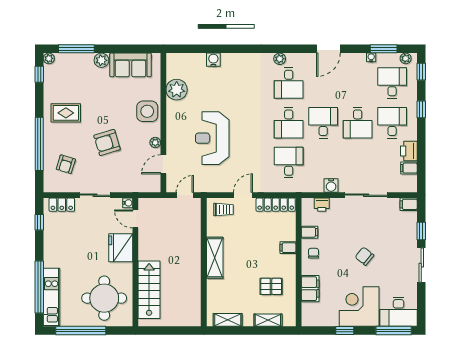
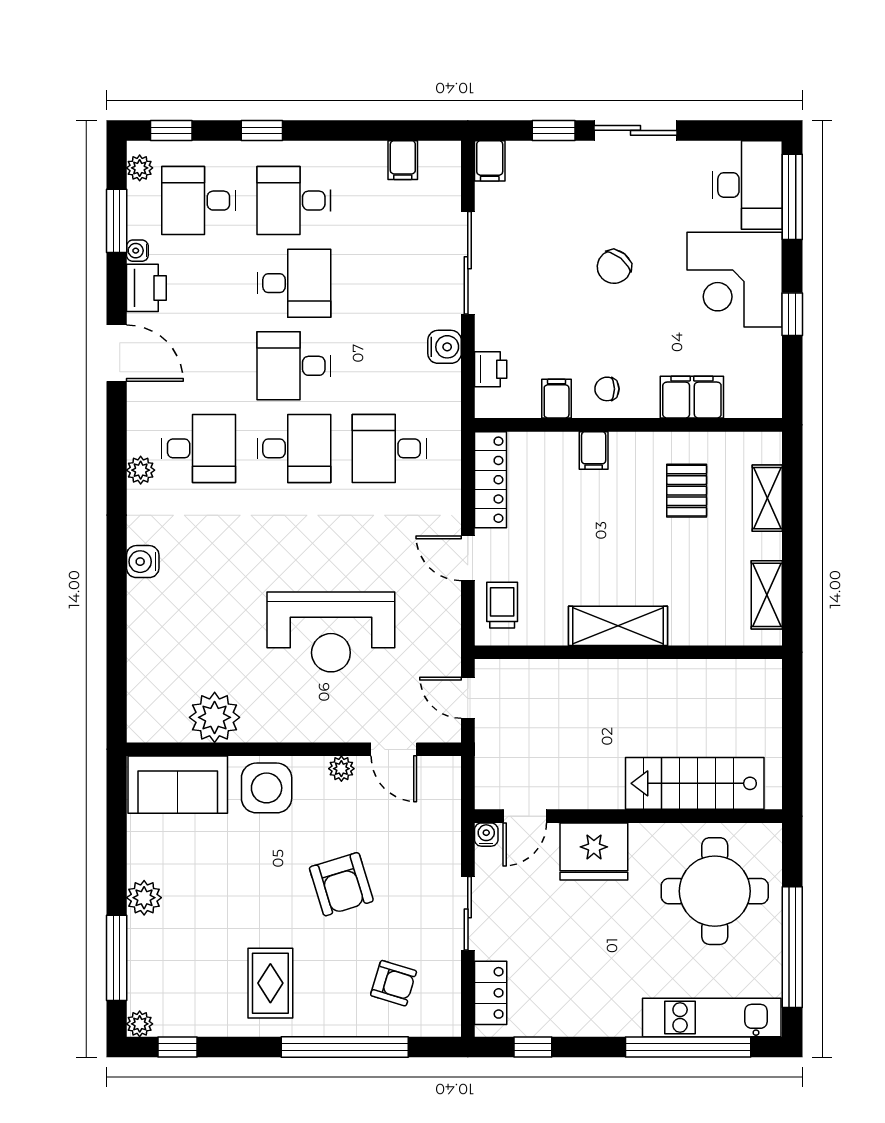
water cooler: (213, 60) -> (143, 562), moved
sofa: (130, 65) -> (178, 785), moved, turned 90
printer: (409, 151) -> (146, 288), moved, turned -90

